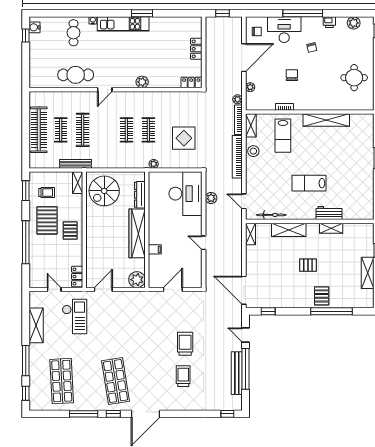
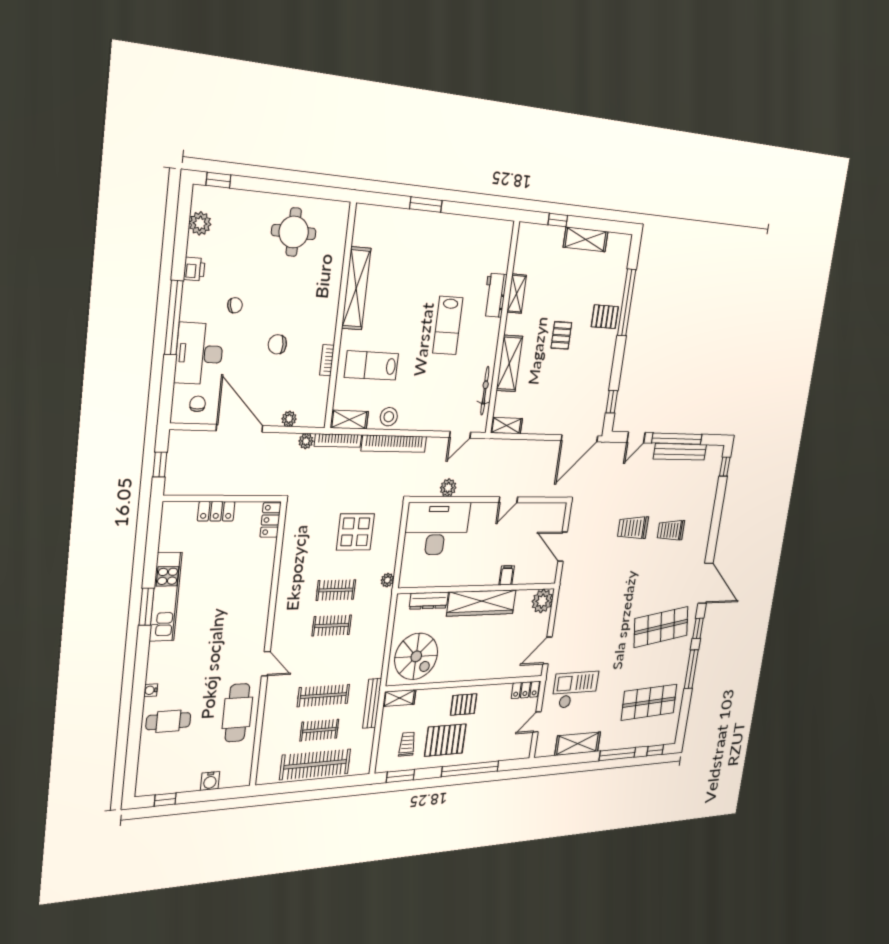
kitchen unit: (123, 24) -> (166, 597), moved
water cooler: (34, 27) -> (210, 781), moved
plant: (142, 82) -> (261, 603), removed
lab bench: (283, 136) -> (372, 365), turned 180
door: (103, 289) -> (547, 650), hinge flipped

